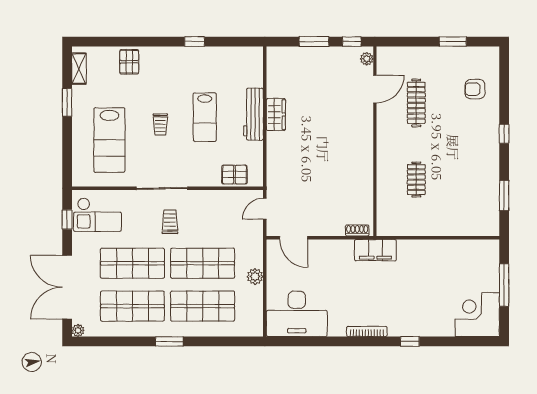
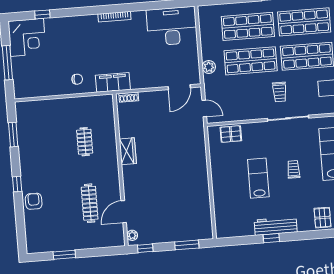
window: (314, 42) -> (187, 245), moved
armchair: (475, 89) -> (34, 201), moved, turned -90
workbench: (253, 114) -> (276, 226), moved, turned -90
wardrobe: (276, 115) -> (128, 151), moved, turned 180
door: (265, 209) -> (204, 108), hinge flipped
door: (294, 238) -> (179, 87), swing flipped
chair: (419, 258) -> (77, 79), added
plant: (255, 276) -> (209, 67), moved
window: (410, 341) -> (42, 14), moved

